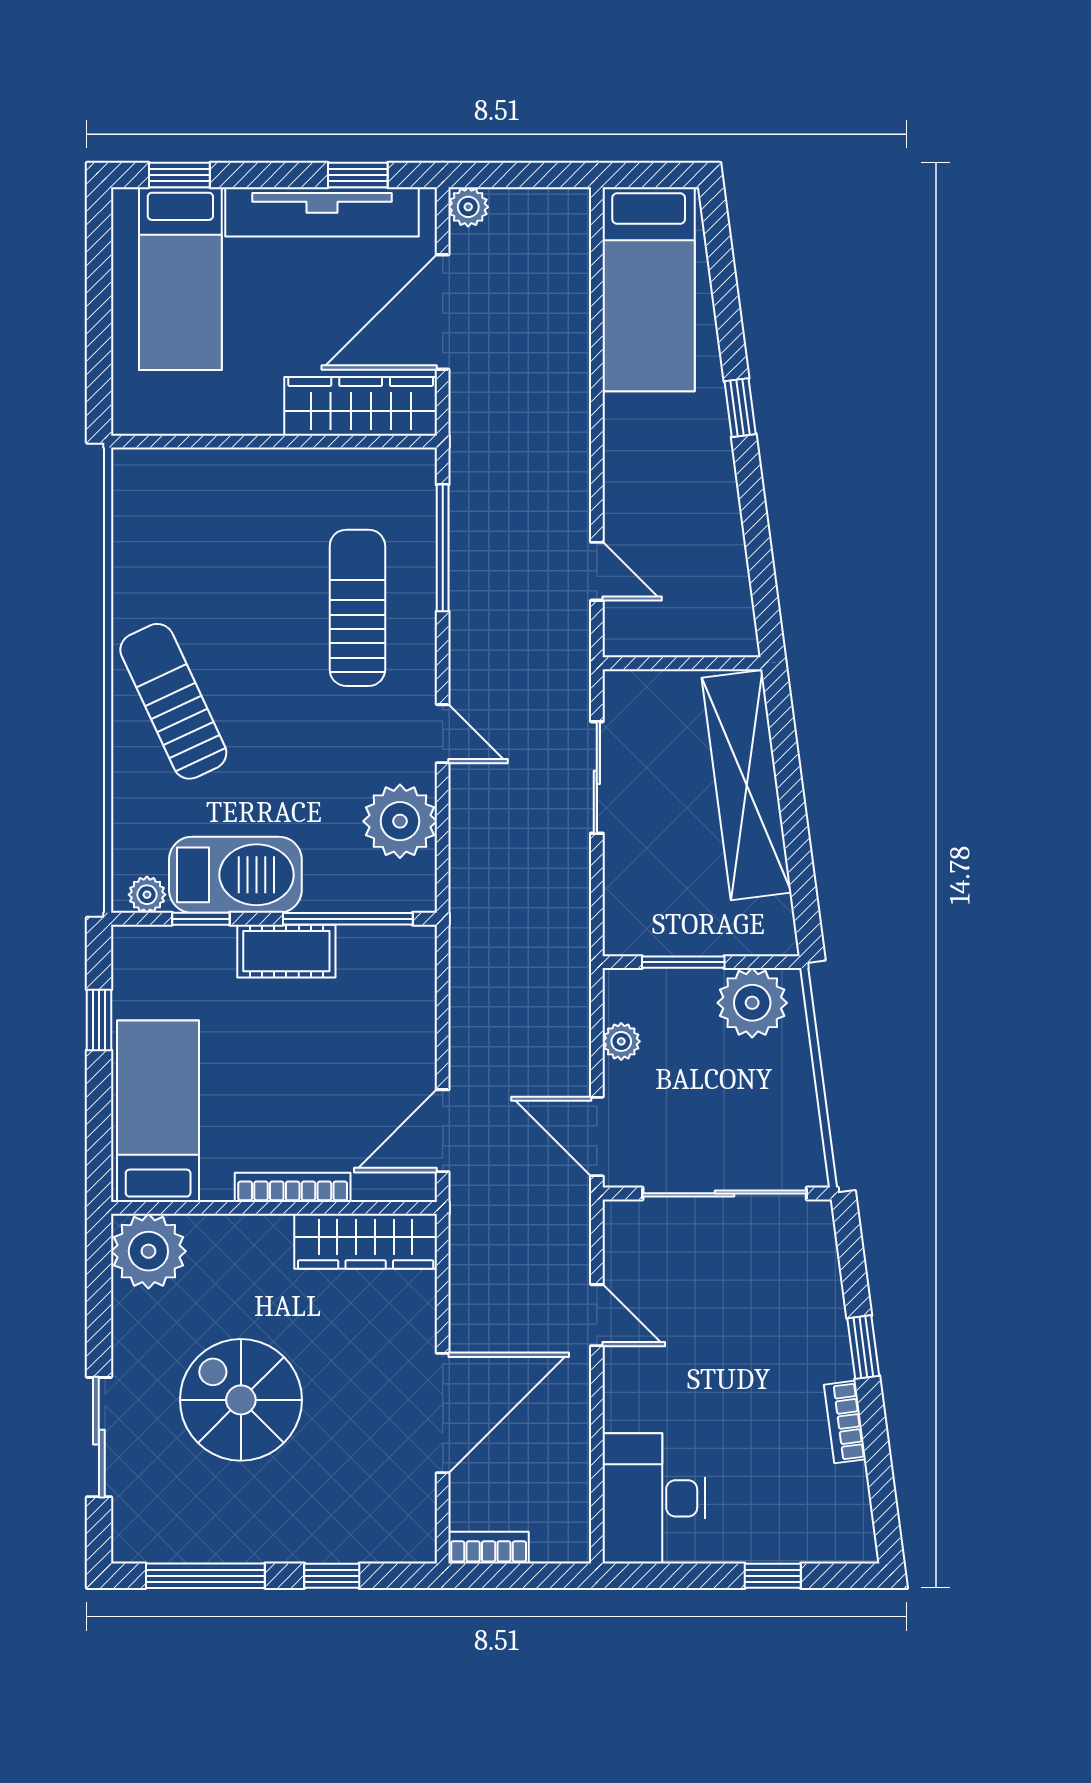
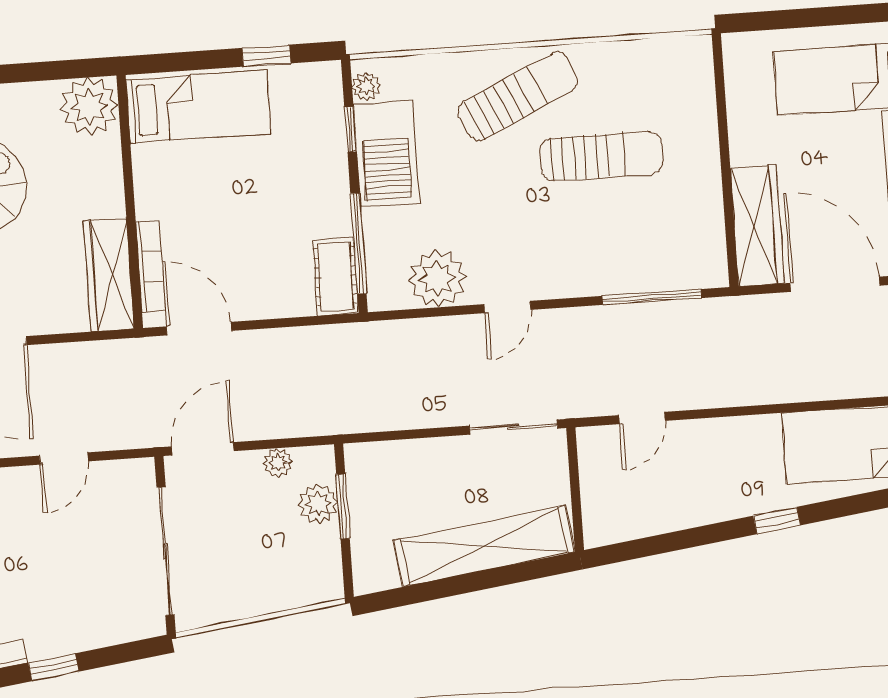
sun lounger: (357, 608) -> (602, 156), moved
sliding door: (597, 777) -> (513, 427), moved
cot: (286, 951) -> (335, 276), moved
plant: (752, 1003) -> (318, 504), moved, width x0.73, depth x0.73
bookcase: (293, 1187) -> (150, 266), moved

